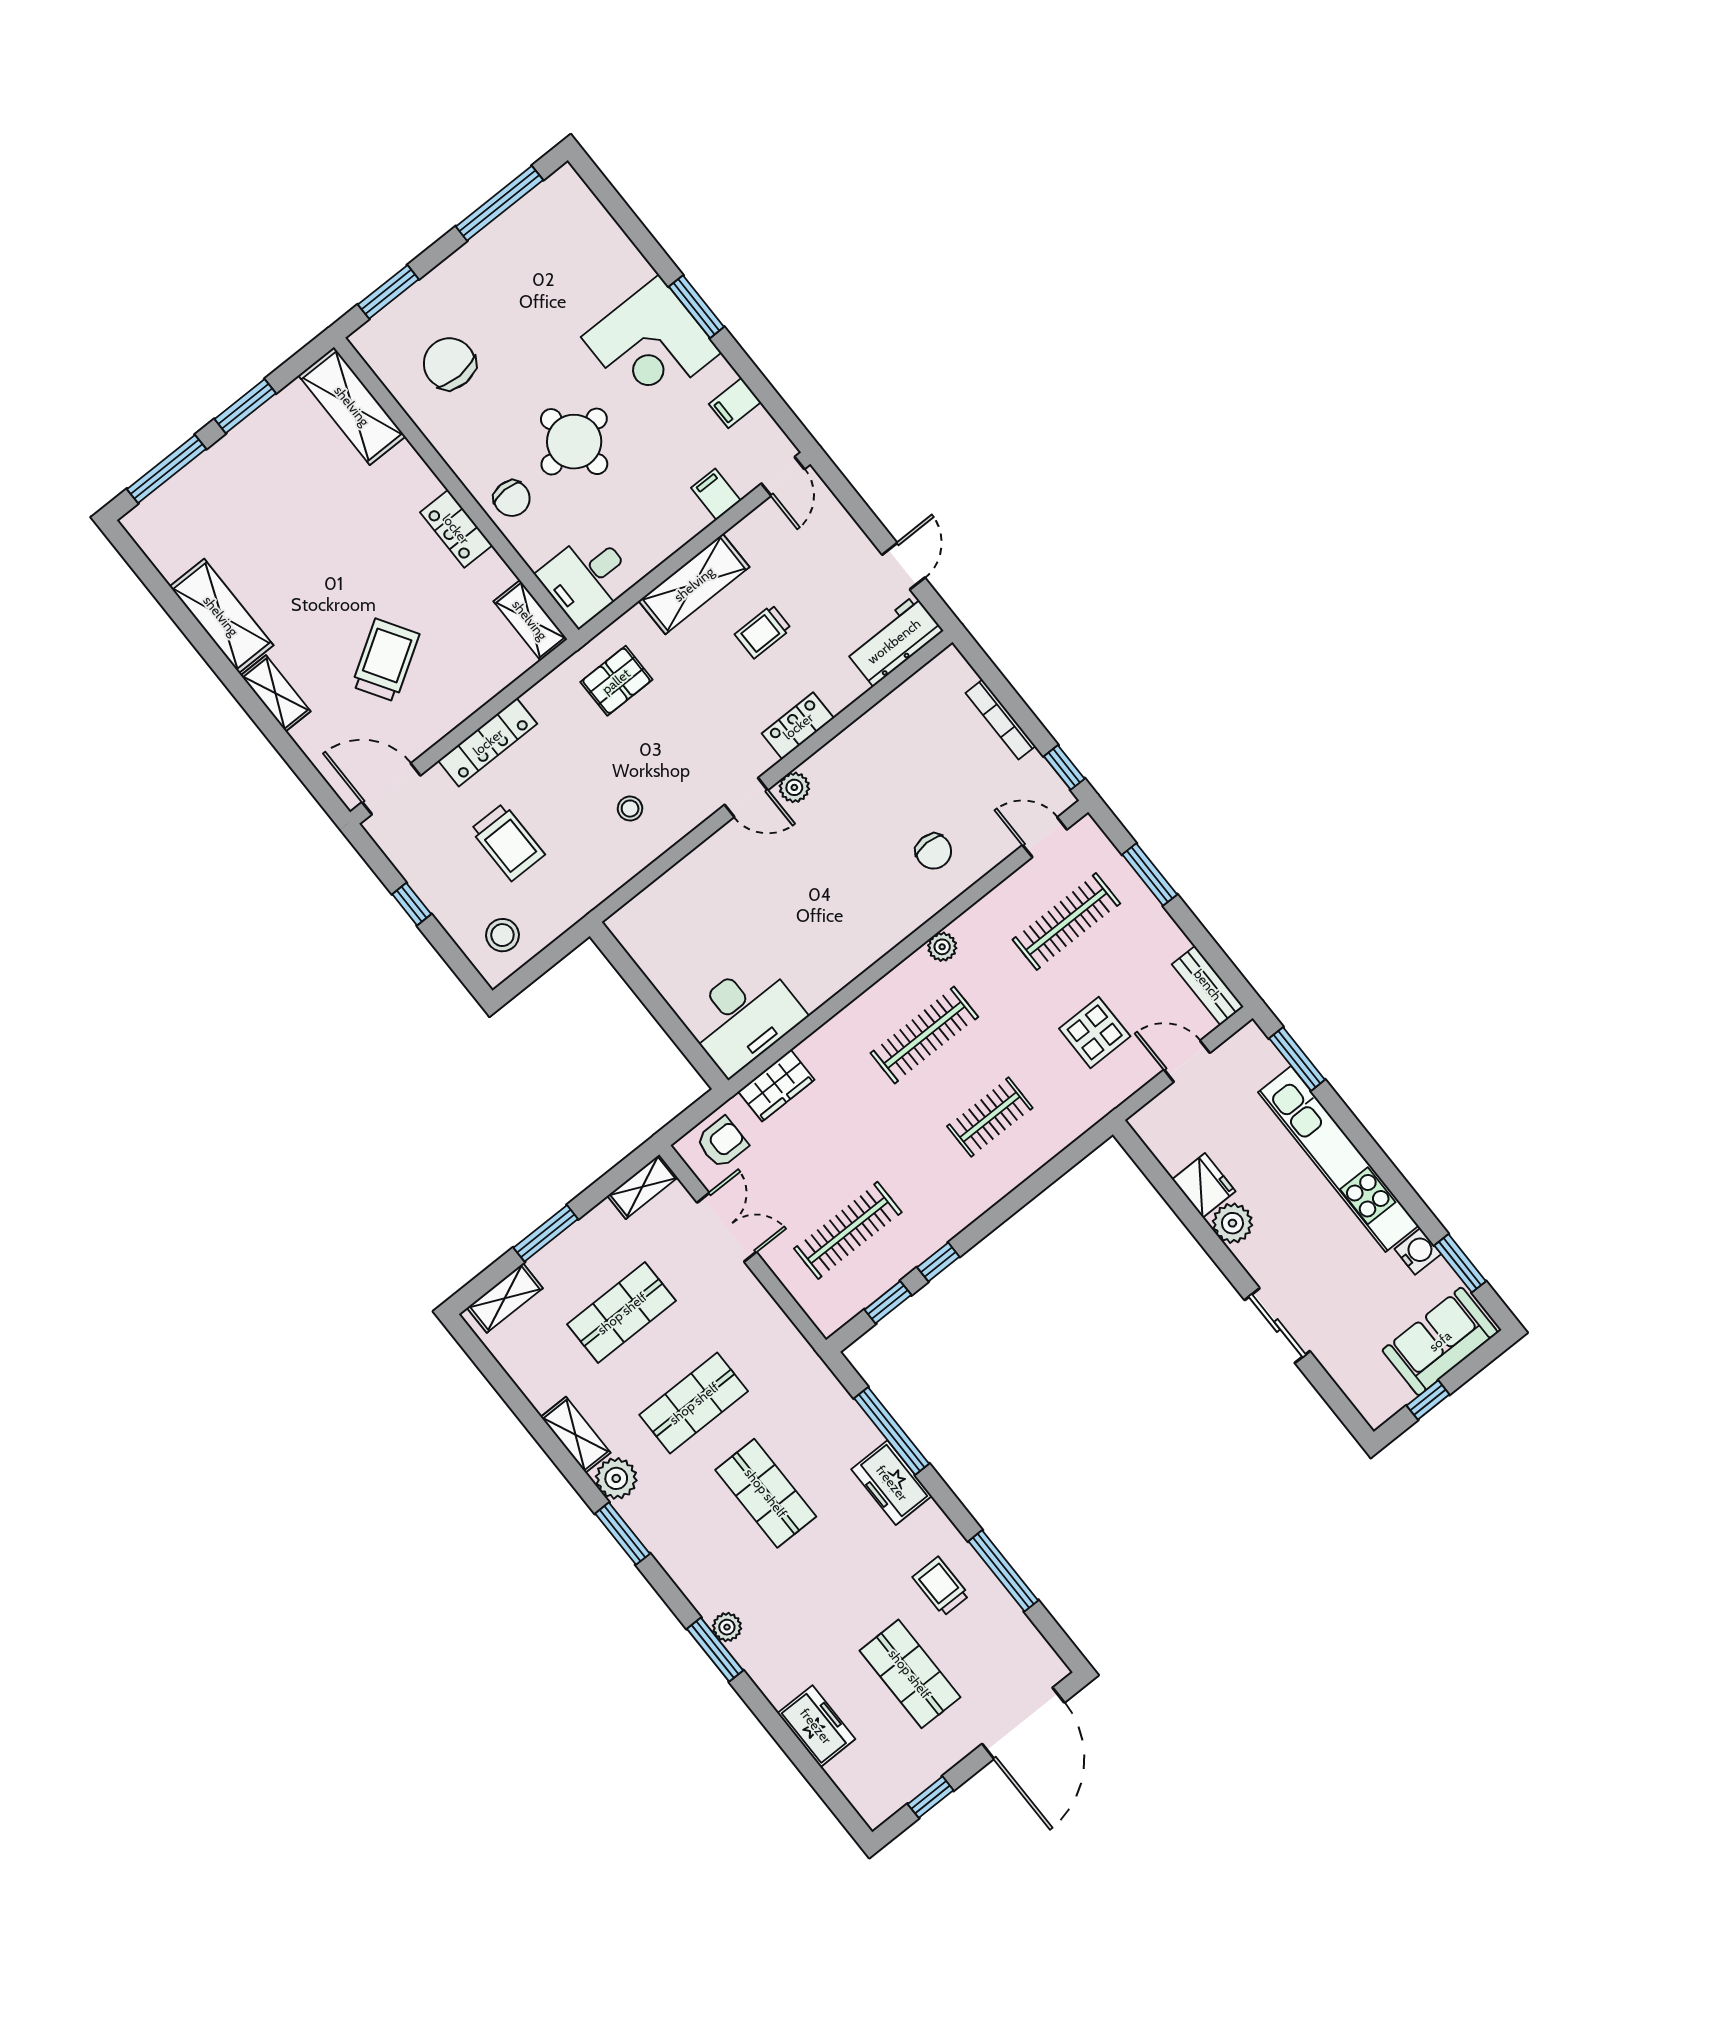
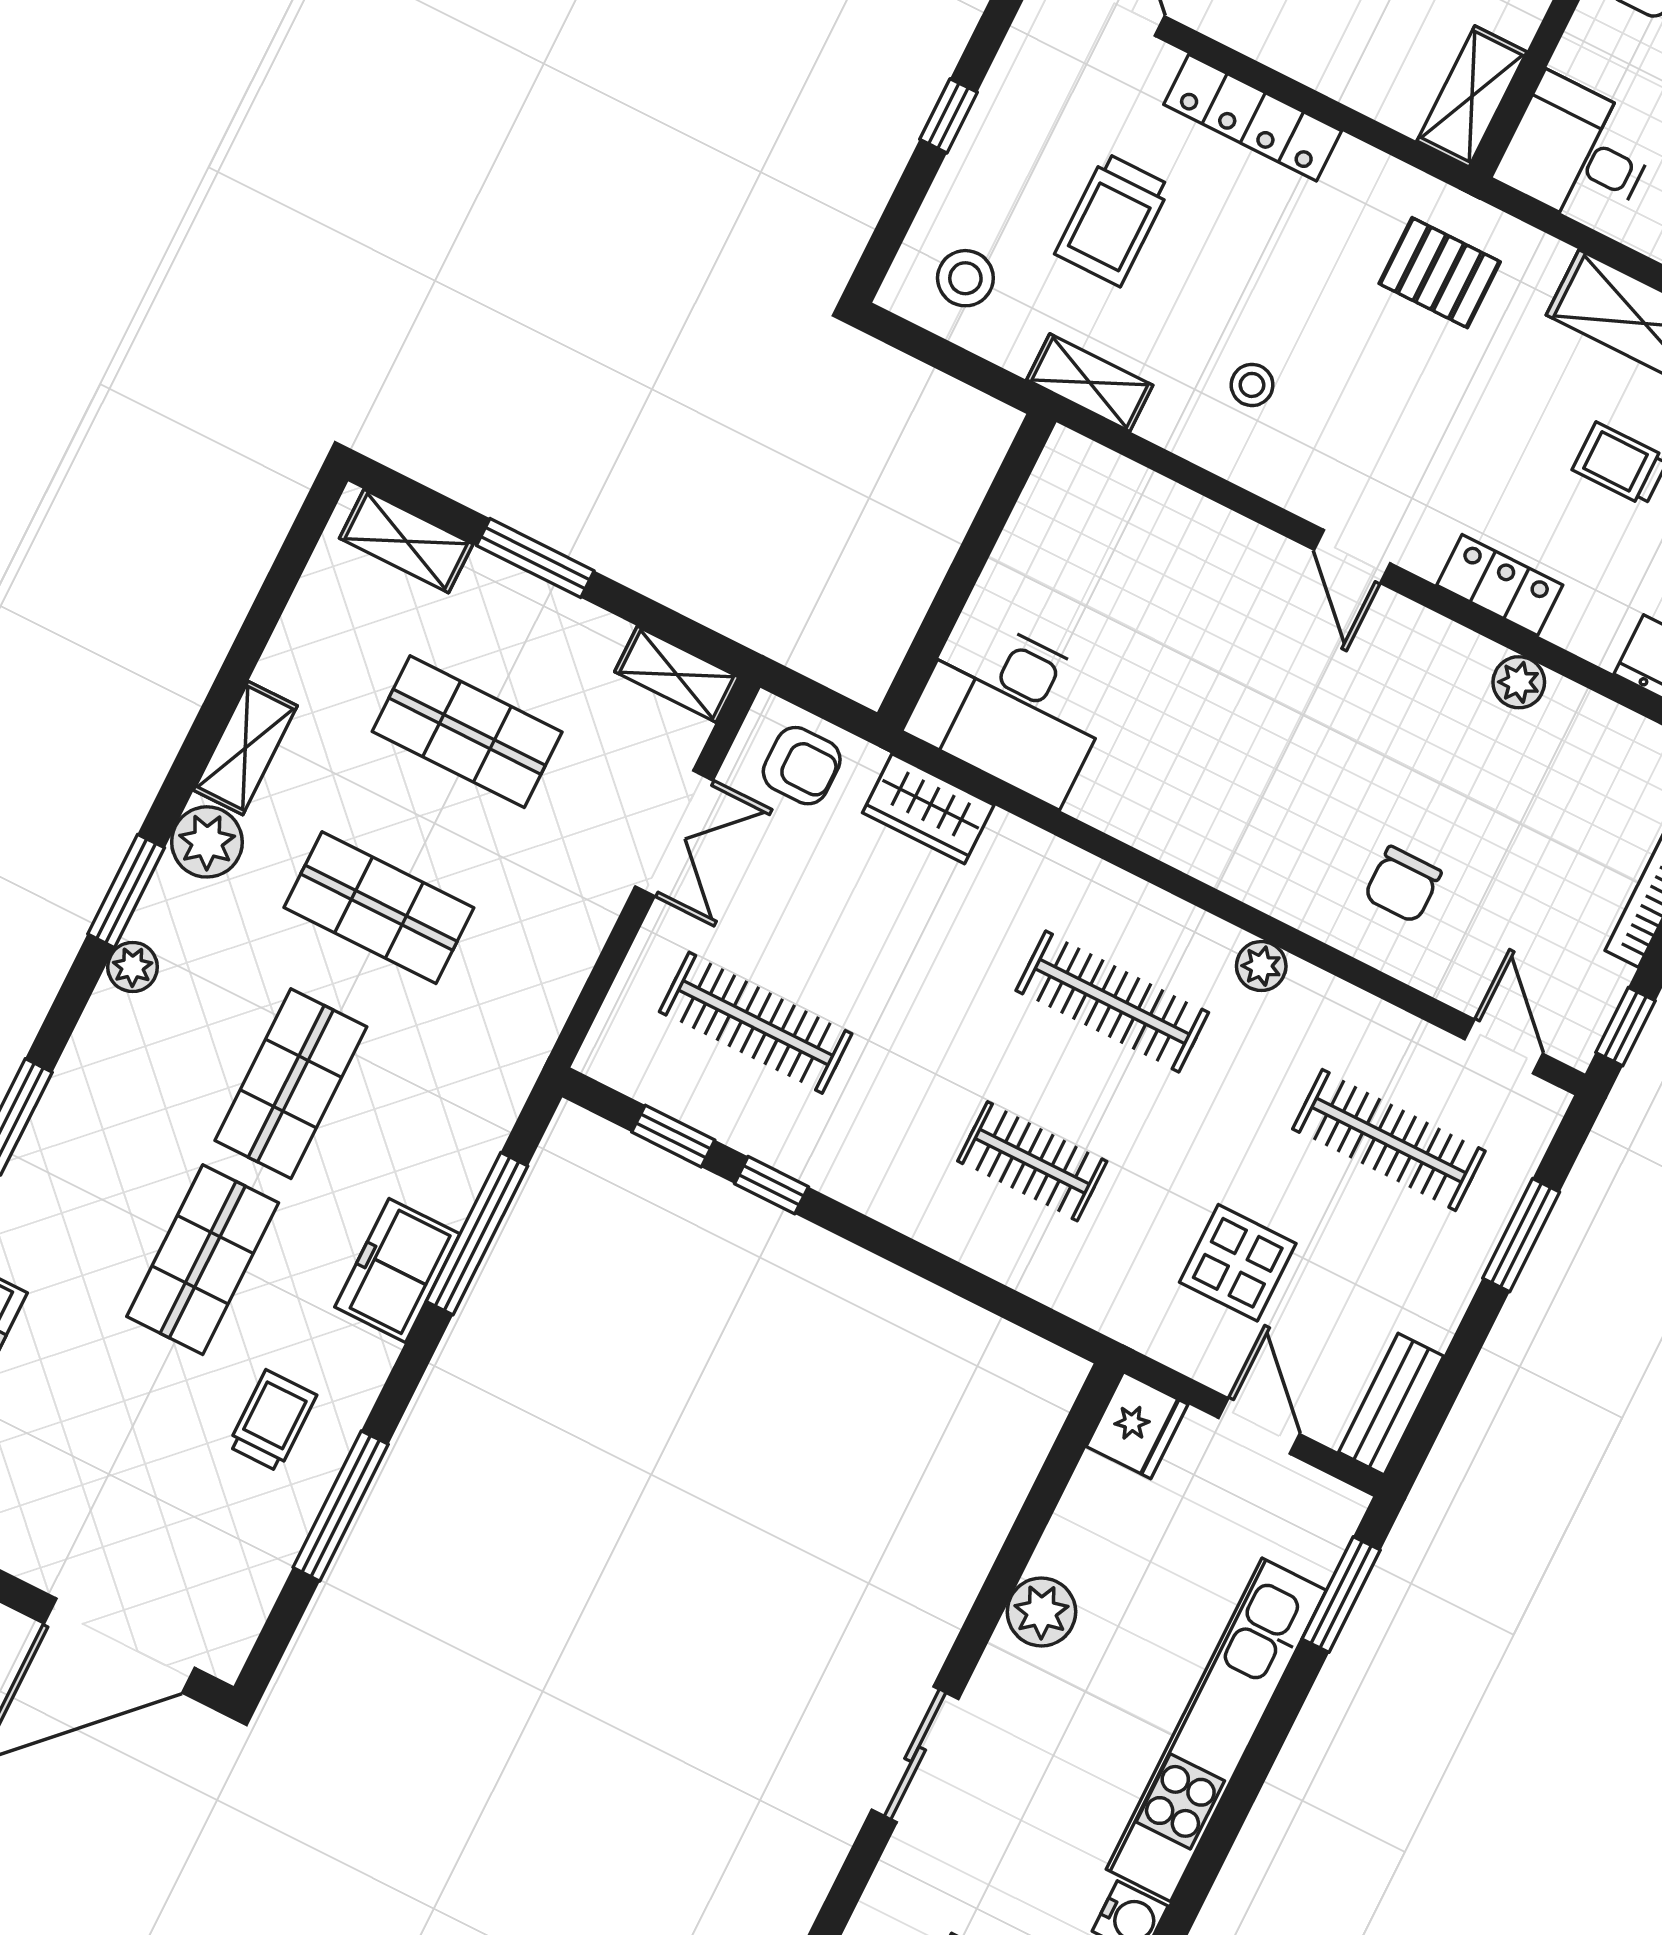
plant: (794, 787) -> (1519, 682), moved
shelving: (589, 894) -> (1090, 383), added
fridge: (1204, 1185) -> (1137, 1425), moved
plant: (727, 1627) -> (133, 967), moved
shop shelf: (910, 1674) -> (203, 1260), moved

